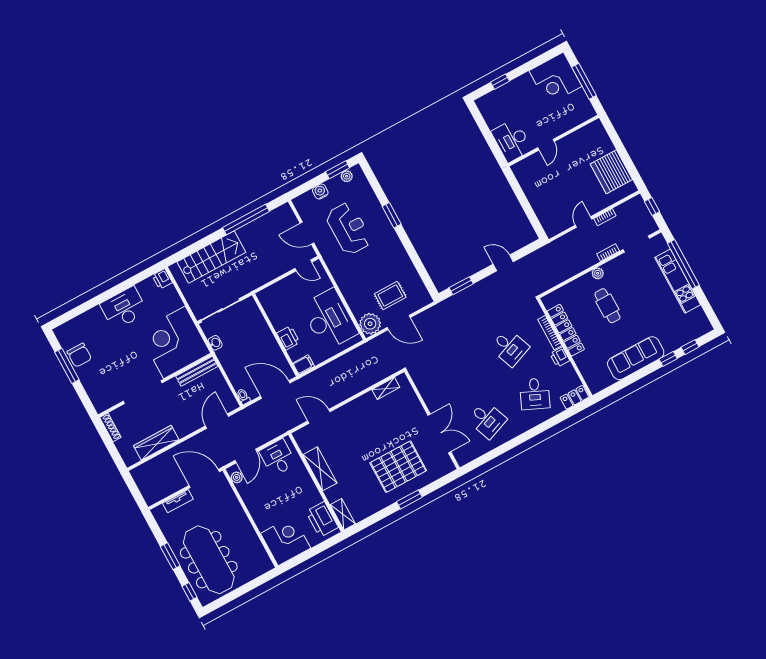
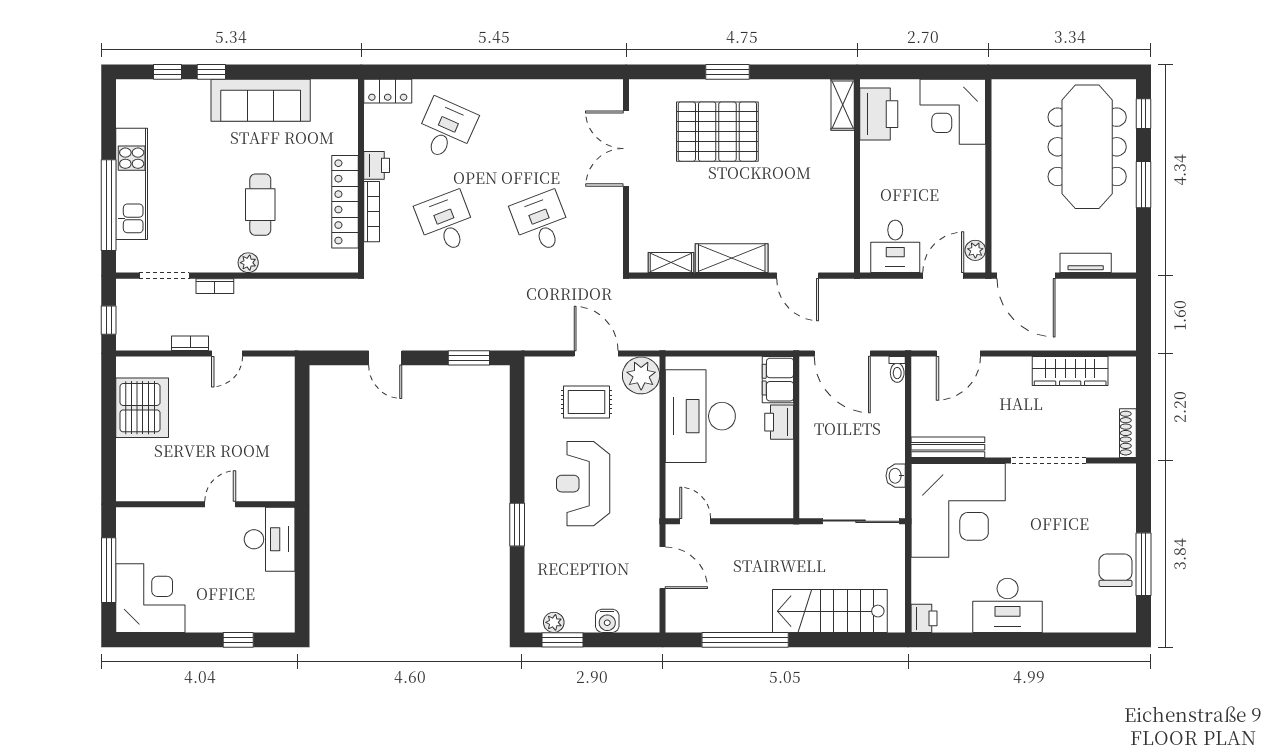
reception desk: (349, 228) -> (583, 484), moved
filing cabinet: (304, 365) -> (778, 380), width x2.00
desk: (487, 420) -> (541, 222), moved
shelving: (320, 469) -> (732, 258), moved, turned 90

